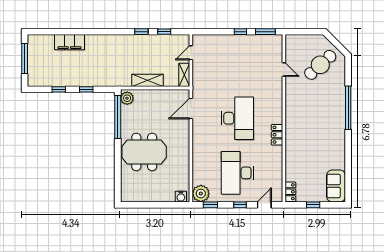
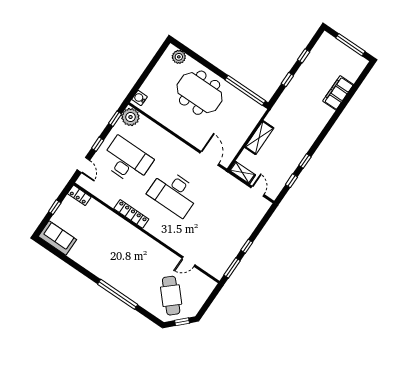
window: (335, 42) -> (182, 322), added
plant: (127, 98) -> (179, 57), moved
locker: (277, 135) -> (131, 214), width x1.53
meeting table: (144, 152) -> (200, 93), turned 90

